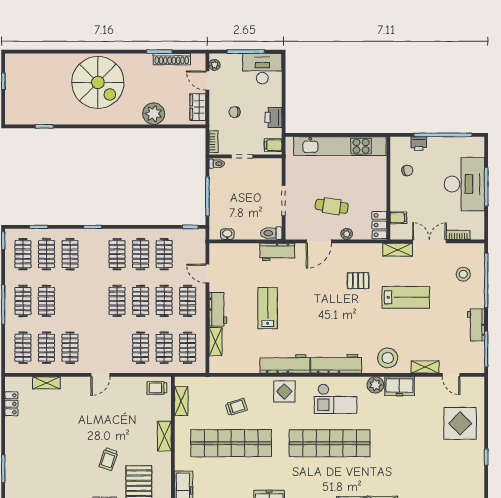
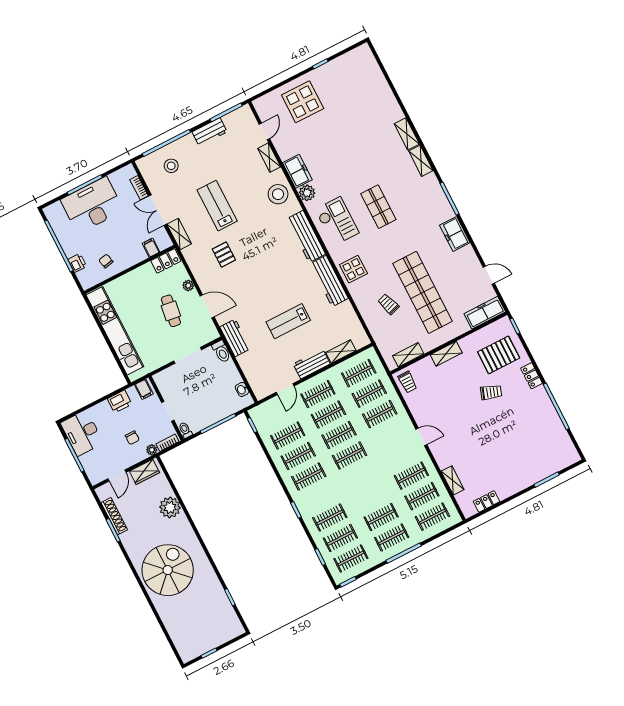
plant: (215, 65) -> (152, 450), moved
shop shelf: (330, 443) -> (378, 207), width x0.50, depth x0.74

